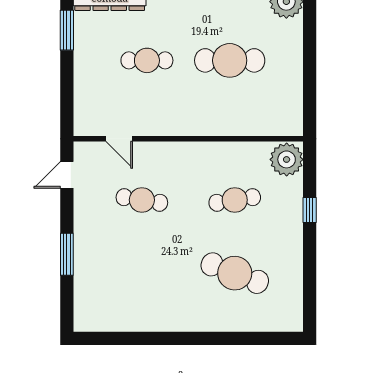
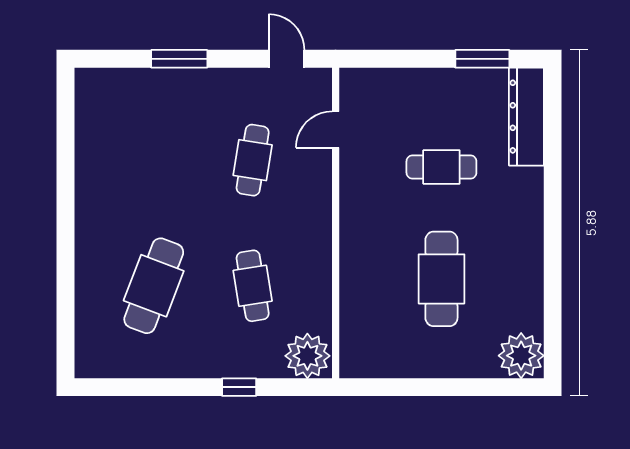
cafe table: (147, 60) -> (441, 167), turned 90

